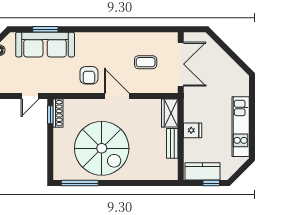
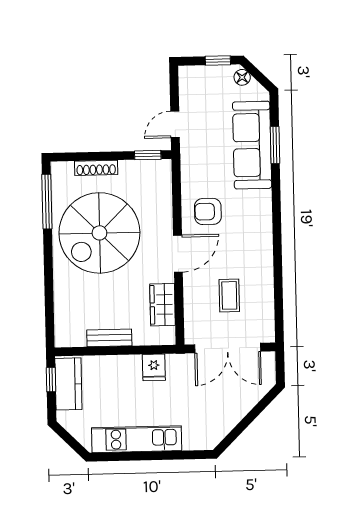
door: (30, 96) -> (175, 124), hinge flipped
shoe rack: (58, 113) -> (96, 168), moved
wardrobe: (170, 113) -> (163, 305), moved, turned -90
fridge: (193, 130) -> (154, 367), moved
window: (211, 183) -> (51, 380), moved

